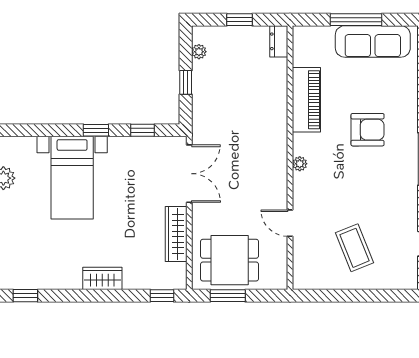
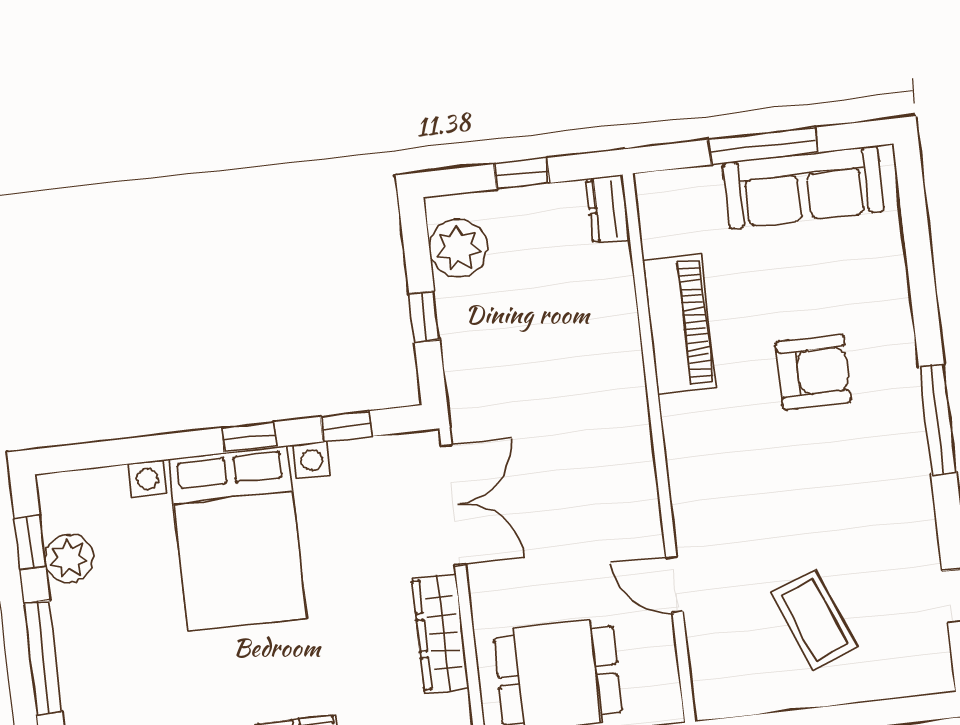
plant: (199, 52) -> (458, 248), width x1.87, depth x1.87
plant: (300, 164) -> (681, 459), removed
bed with nightstands: (72, 178) -> (238, 538), width x1.36

